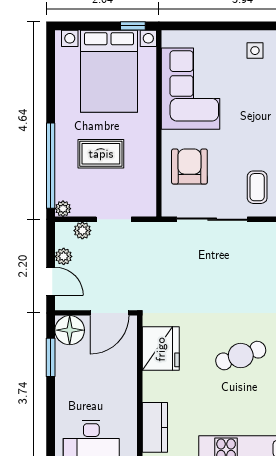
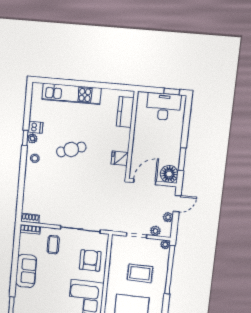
armchair: (189, 167) -> (90, 260), turned 180
door: (51, 281) -> (177, 204), swing flipped
fridge: (161, 349) -> (120, 158), width x0.53, depth x0.75

